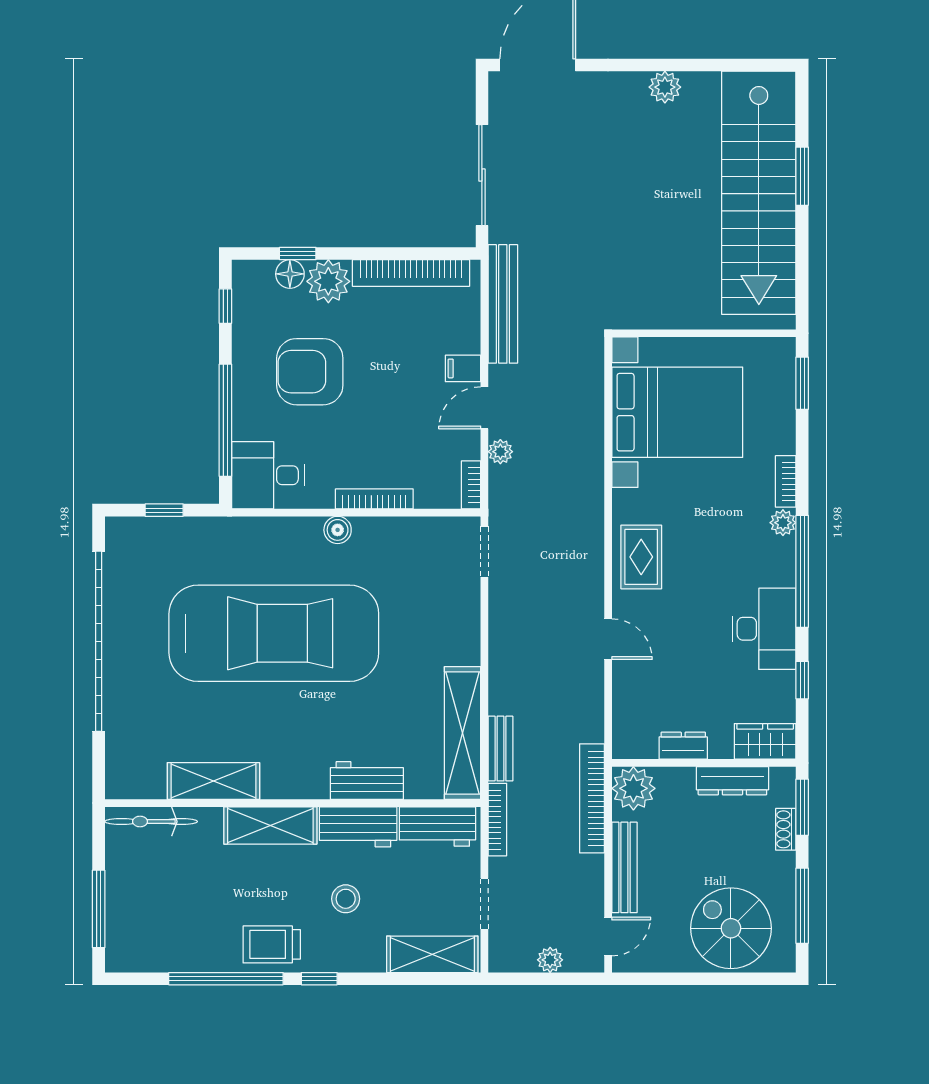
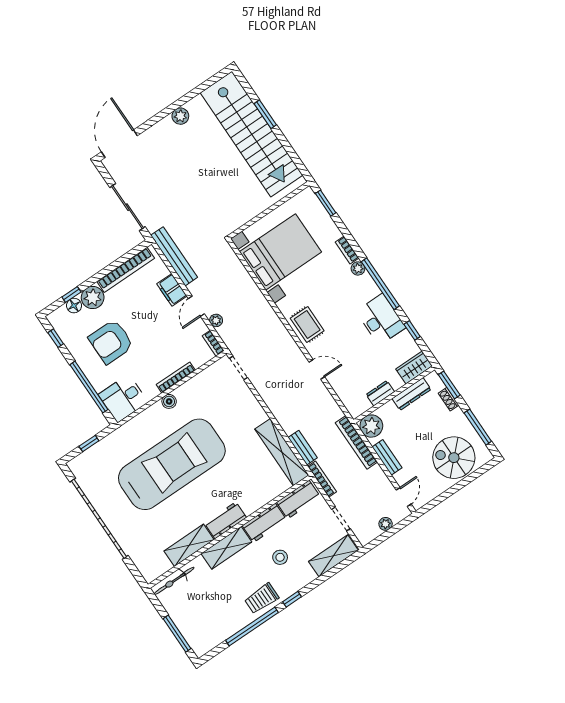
filing cabinet: (463, 368) -> (172, 290), width x2.00
workbench: (367, 781) -> (225, 520), moved
bench: (624, 867) -> (387, 457), width x0.73

